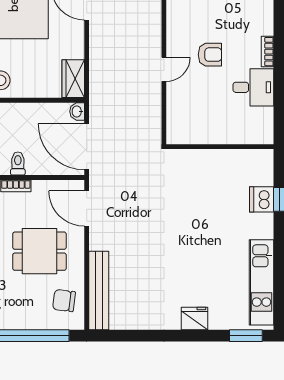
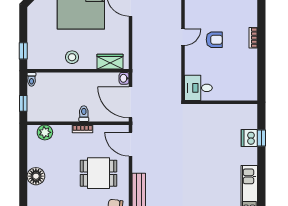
door: (164, 69) -> (183, 37), moved
wardrobe: (73, 79) -> (110, 62), moved, turned 90
desk: (253, 87) -> (198, 88), moved, turned 180

